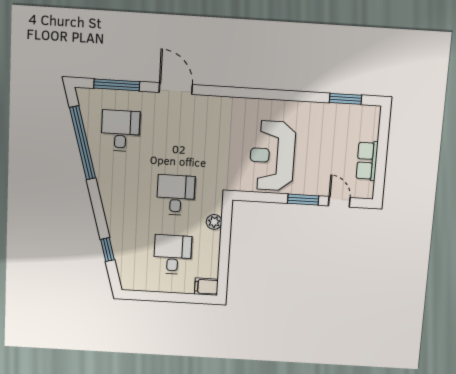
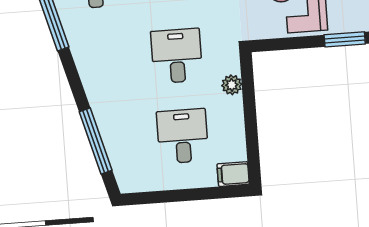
window: (108, 250) -> (96, 141), width x2.17

